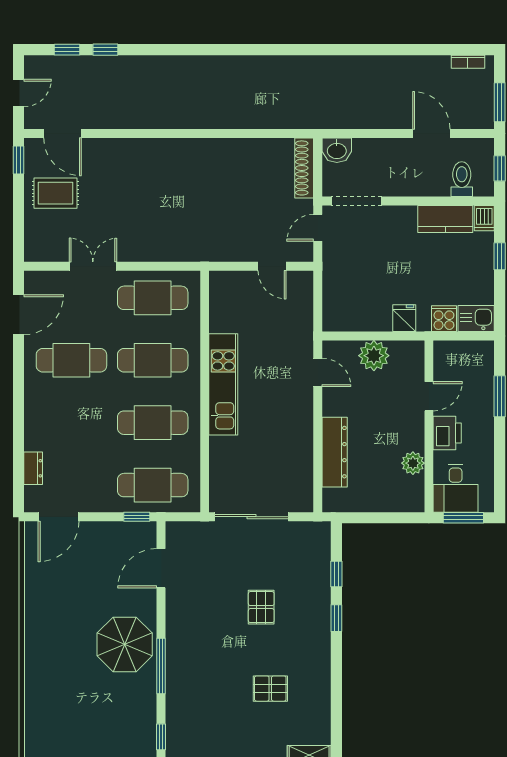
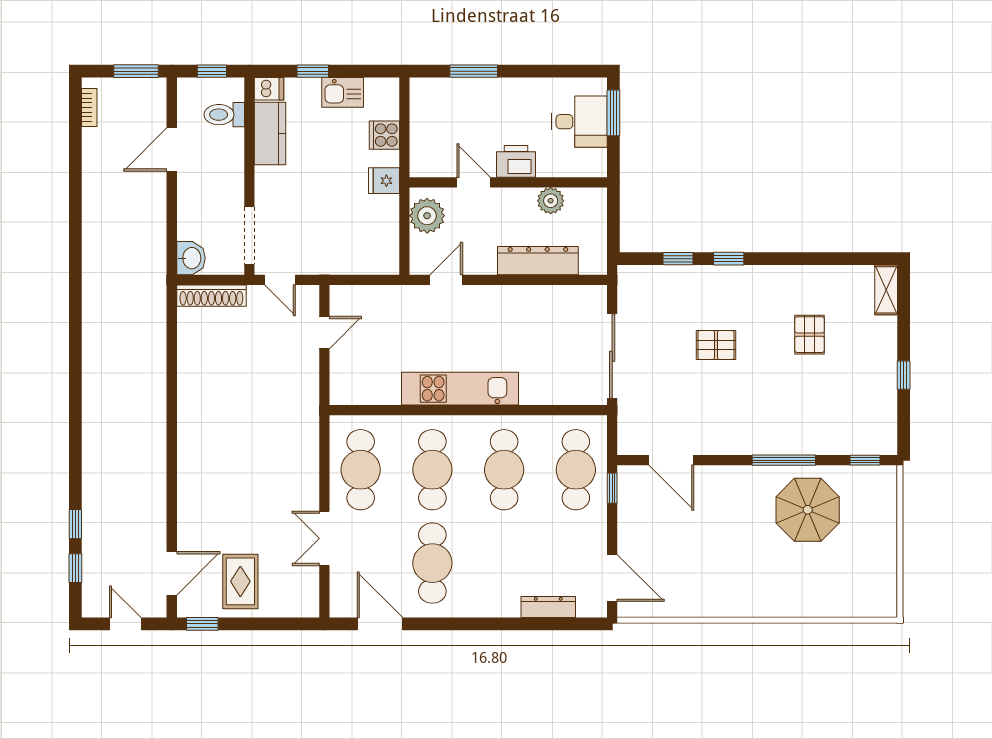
kitchen sink: (476, 318) -> (343, 92), moved, turned -90
door: (429, 396) -> (474, 182), moved
wall: (429, 426) -> (508, 182), moved
printer: (447, 433) -> (516, 161), moved
plant: (413, 463) -> (551, 201), moved
dresser: (33, 468) -> (548, 607), width x1.44
parasol: (125, 644) -> (808, 510), moved

